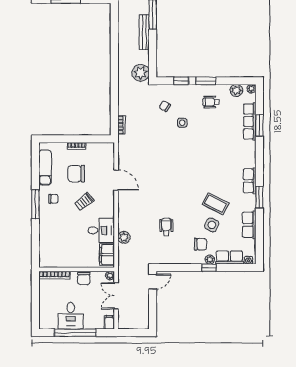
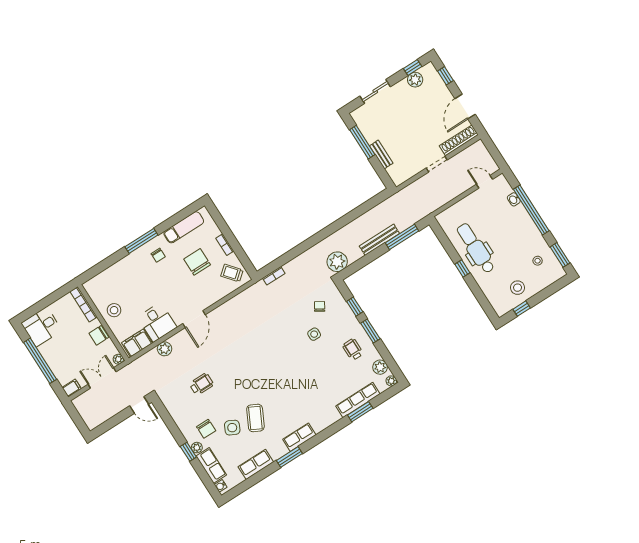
door: (116, 180) -> (194, 319), moved
trolley: (84, 202) -> (232, 273), moved
stool: (73, 256) -> (114, 310), added
desk: (71, 316) -> (42, 327), moved

